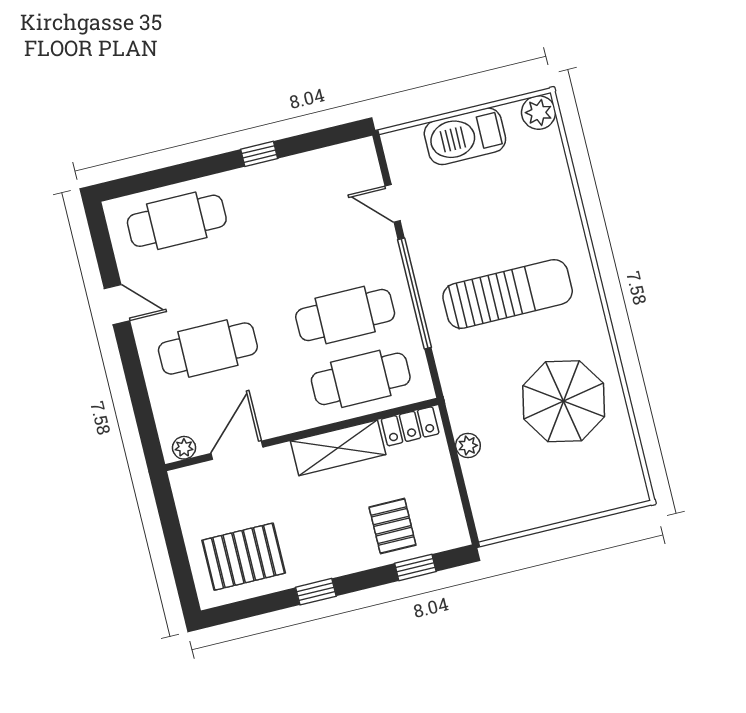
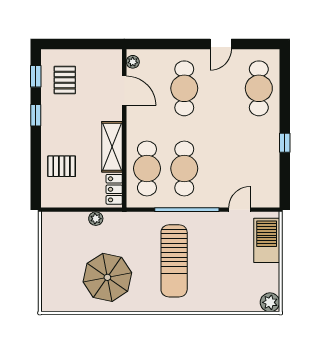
barbecue: (465, 136) -> (267, 240), moved
pallet: (244, 557) -> (65, 80), width x0.67, depth x0.71
window: (415, 567) -> (36, 76), moved

